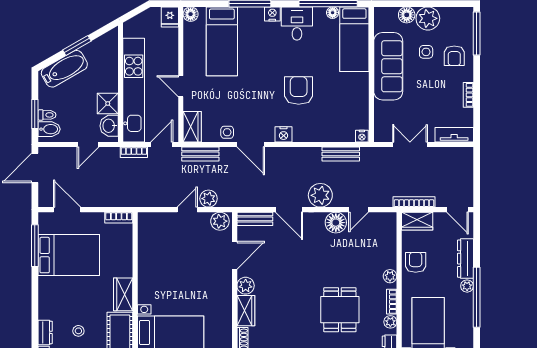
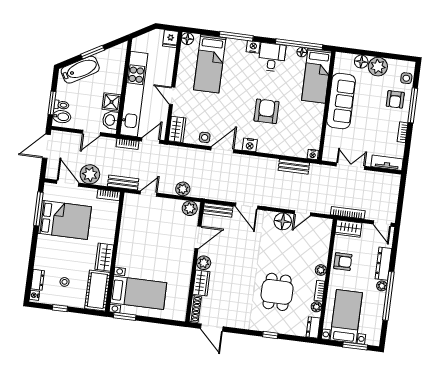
window: (477, 34) -> (413, 105), moved
side table: (426, 52) -> (406, 78), moved
door: (251, 144) -> (222, 150), swing flipped
bench: (200, 154) -> (123, 183), moved
plant: (320, 195) -> (90, 174), moved
door: (187, 210) -> (149, 194), moved
armchair: (416, 262) -> (343, 262), turned 90

